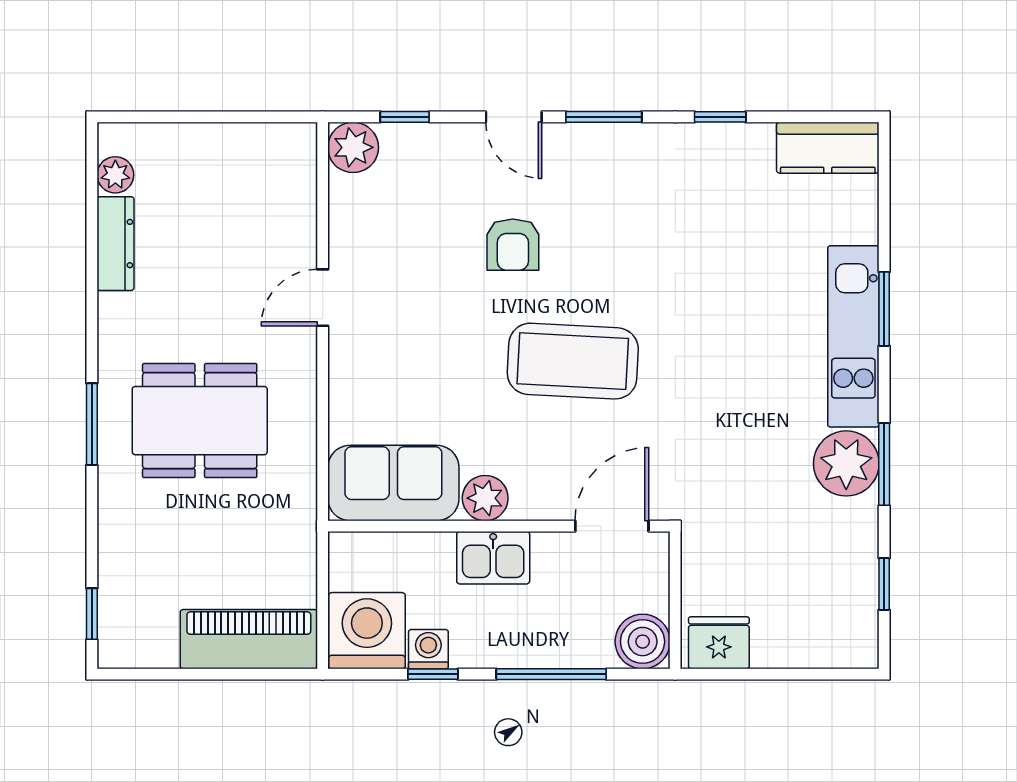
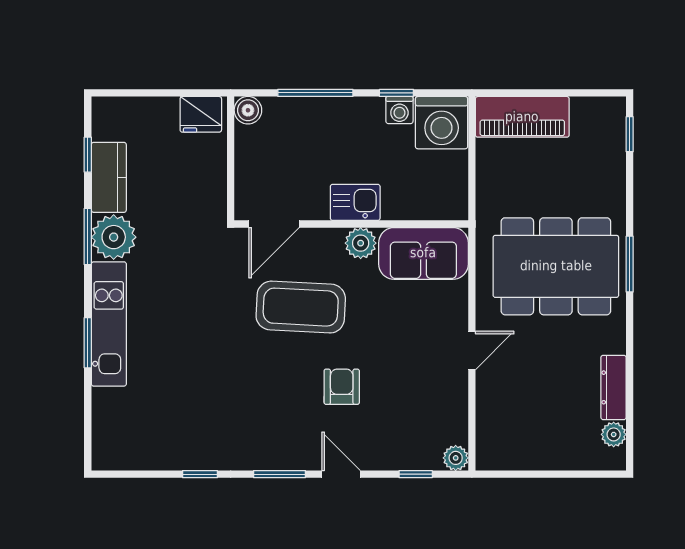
plant: (353, 147) -> (456, 458), width x0.73, depth x0.73
kitchen counter: (828, 148) -> (109, 177), moved, turned 90
dining table: (200, 421) -> (556, 266), width x1.36, depth x1.24
sofa: (393, 483) -> (423, 253), moved
plant: (485, 498) -> (361, 243), moved
wall: (499, 526) -> (351, 224), moved
door: (612, 526) -> (274, 224), moved
kitchen sink: (493, 558) -> (355, 202), moved
boiler: (643, 642) -> (248, 110), width x0.73, depth x0.73

